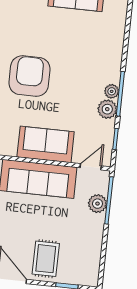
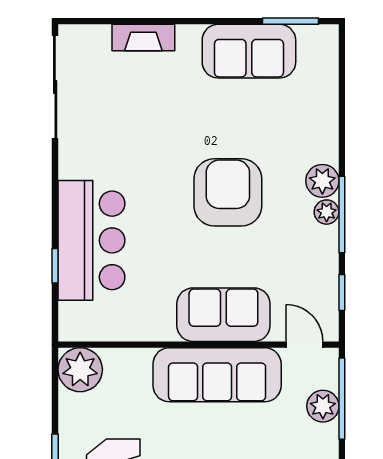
armchair: (29, 76) -> (228, 192), moved
plant: (107, 109) -> (322, 181), moved
door: (91, 167) -> (304, 345), hinge flipped

